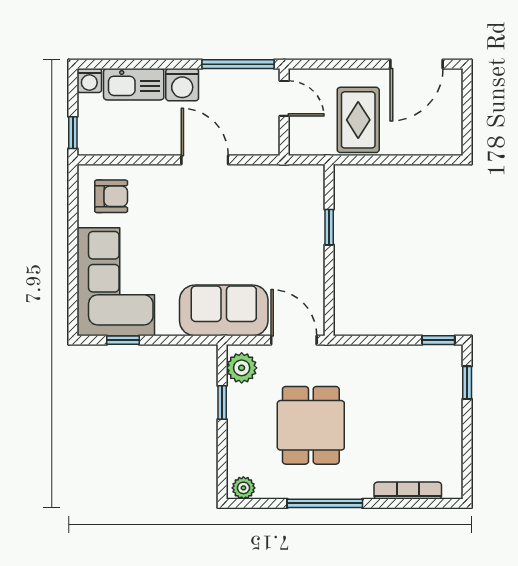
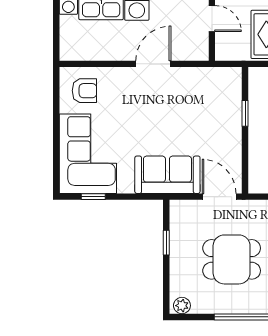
window: (73, 133) -> (56, 44), removed
door: (205, 160) -> (153, 64), hinge flipped
plant: (242, 368) -> (181, 217), removed
dining table: (311, 425) -> (232, 259), turned 90

